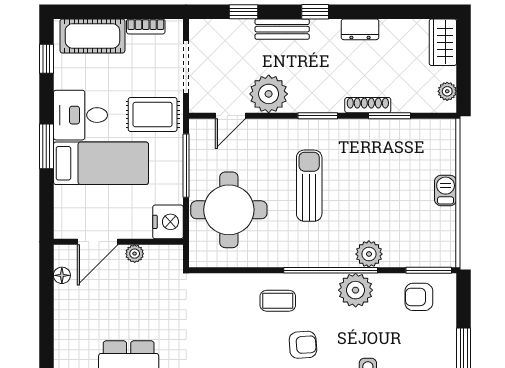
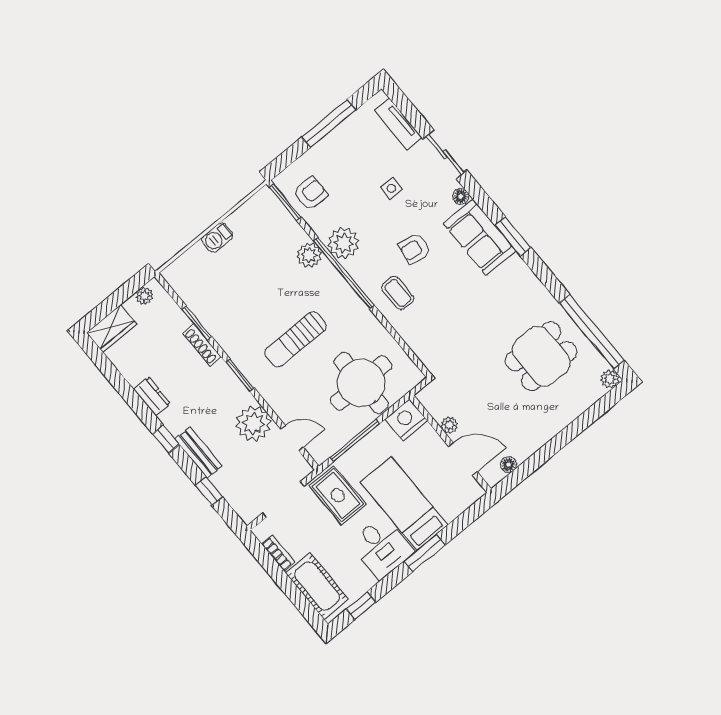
armchair: (419, 297) -> (310, 193), turned -90
armchair: (303, 345) -> (415, 248), turned -77

